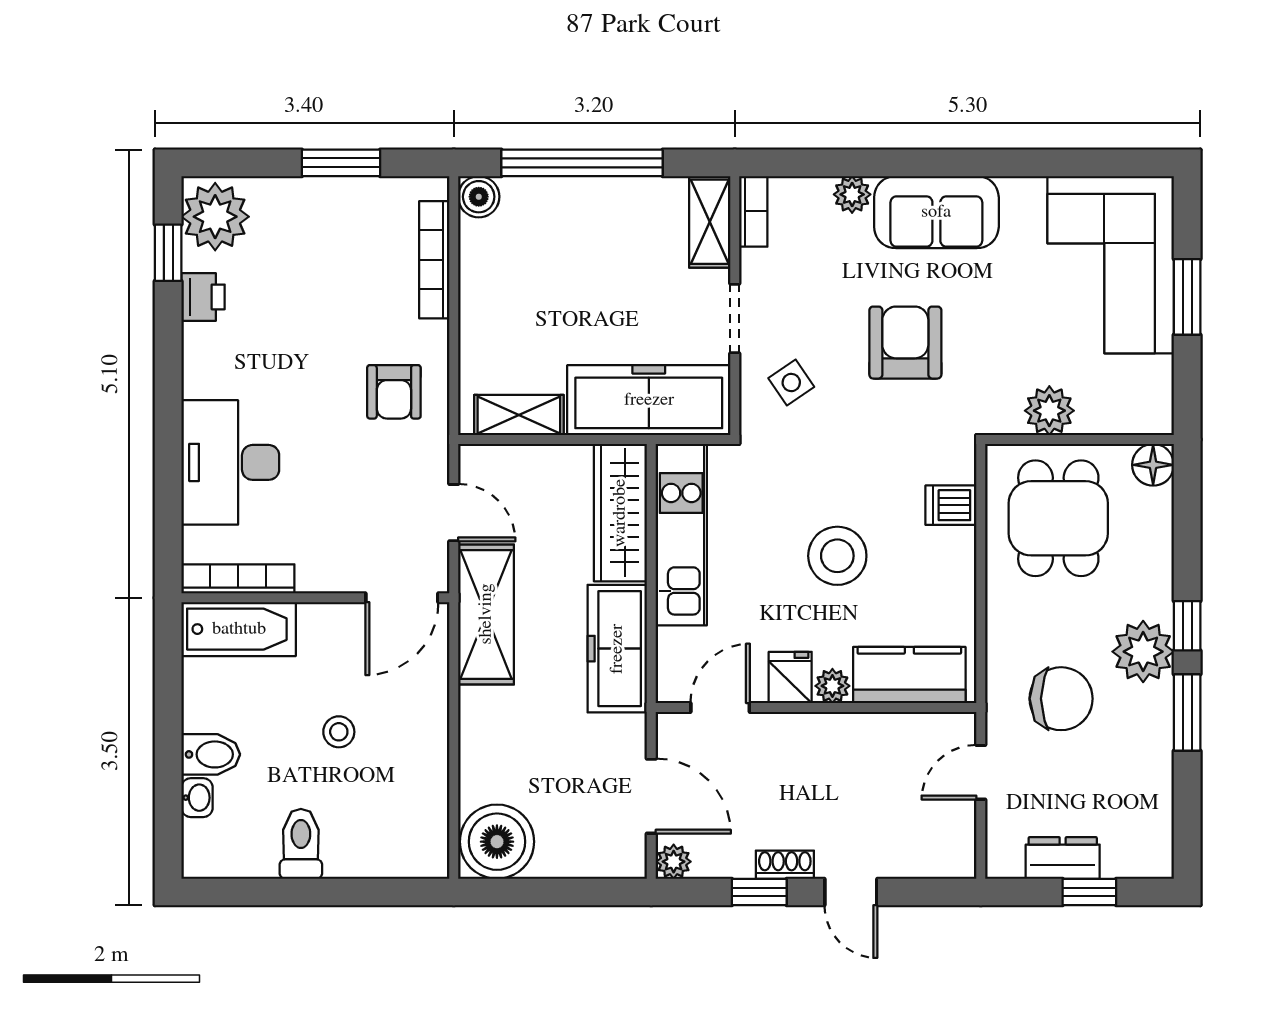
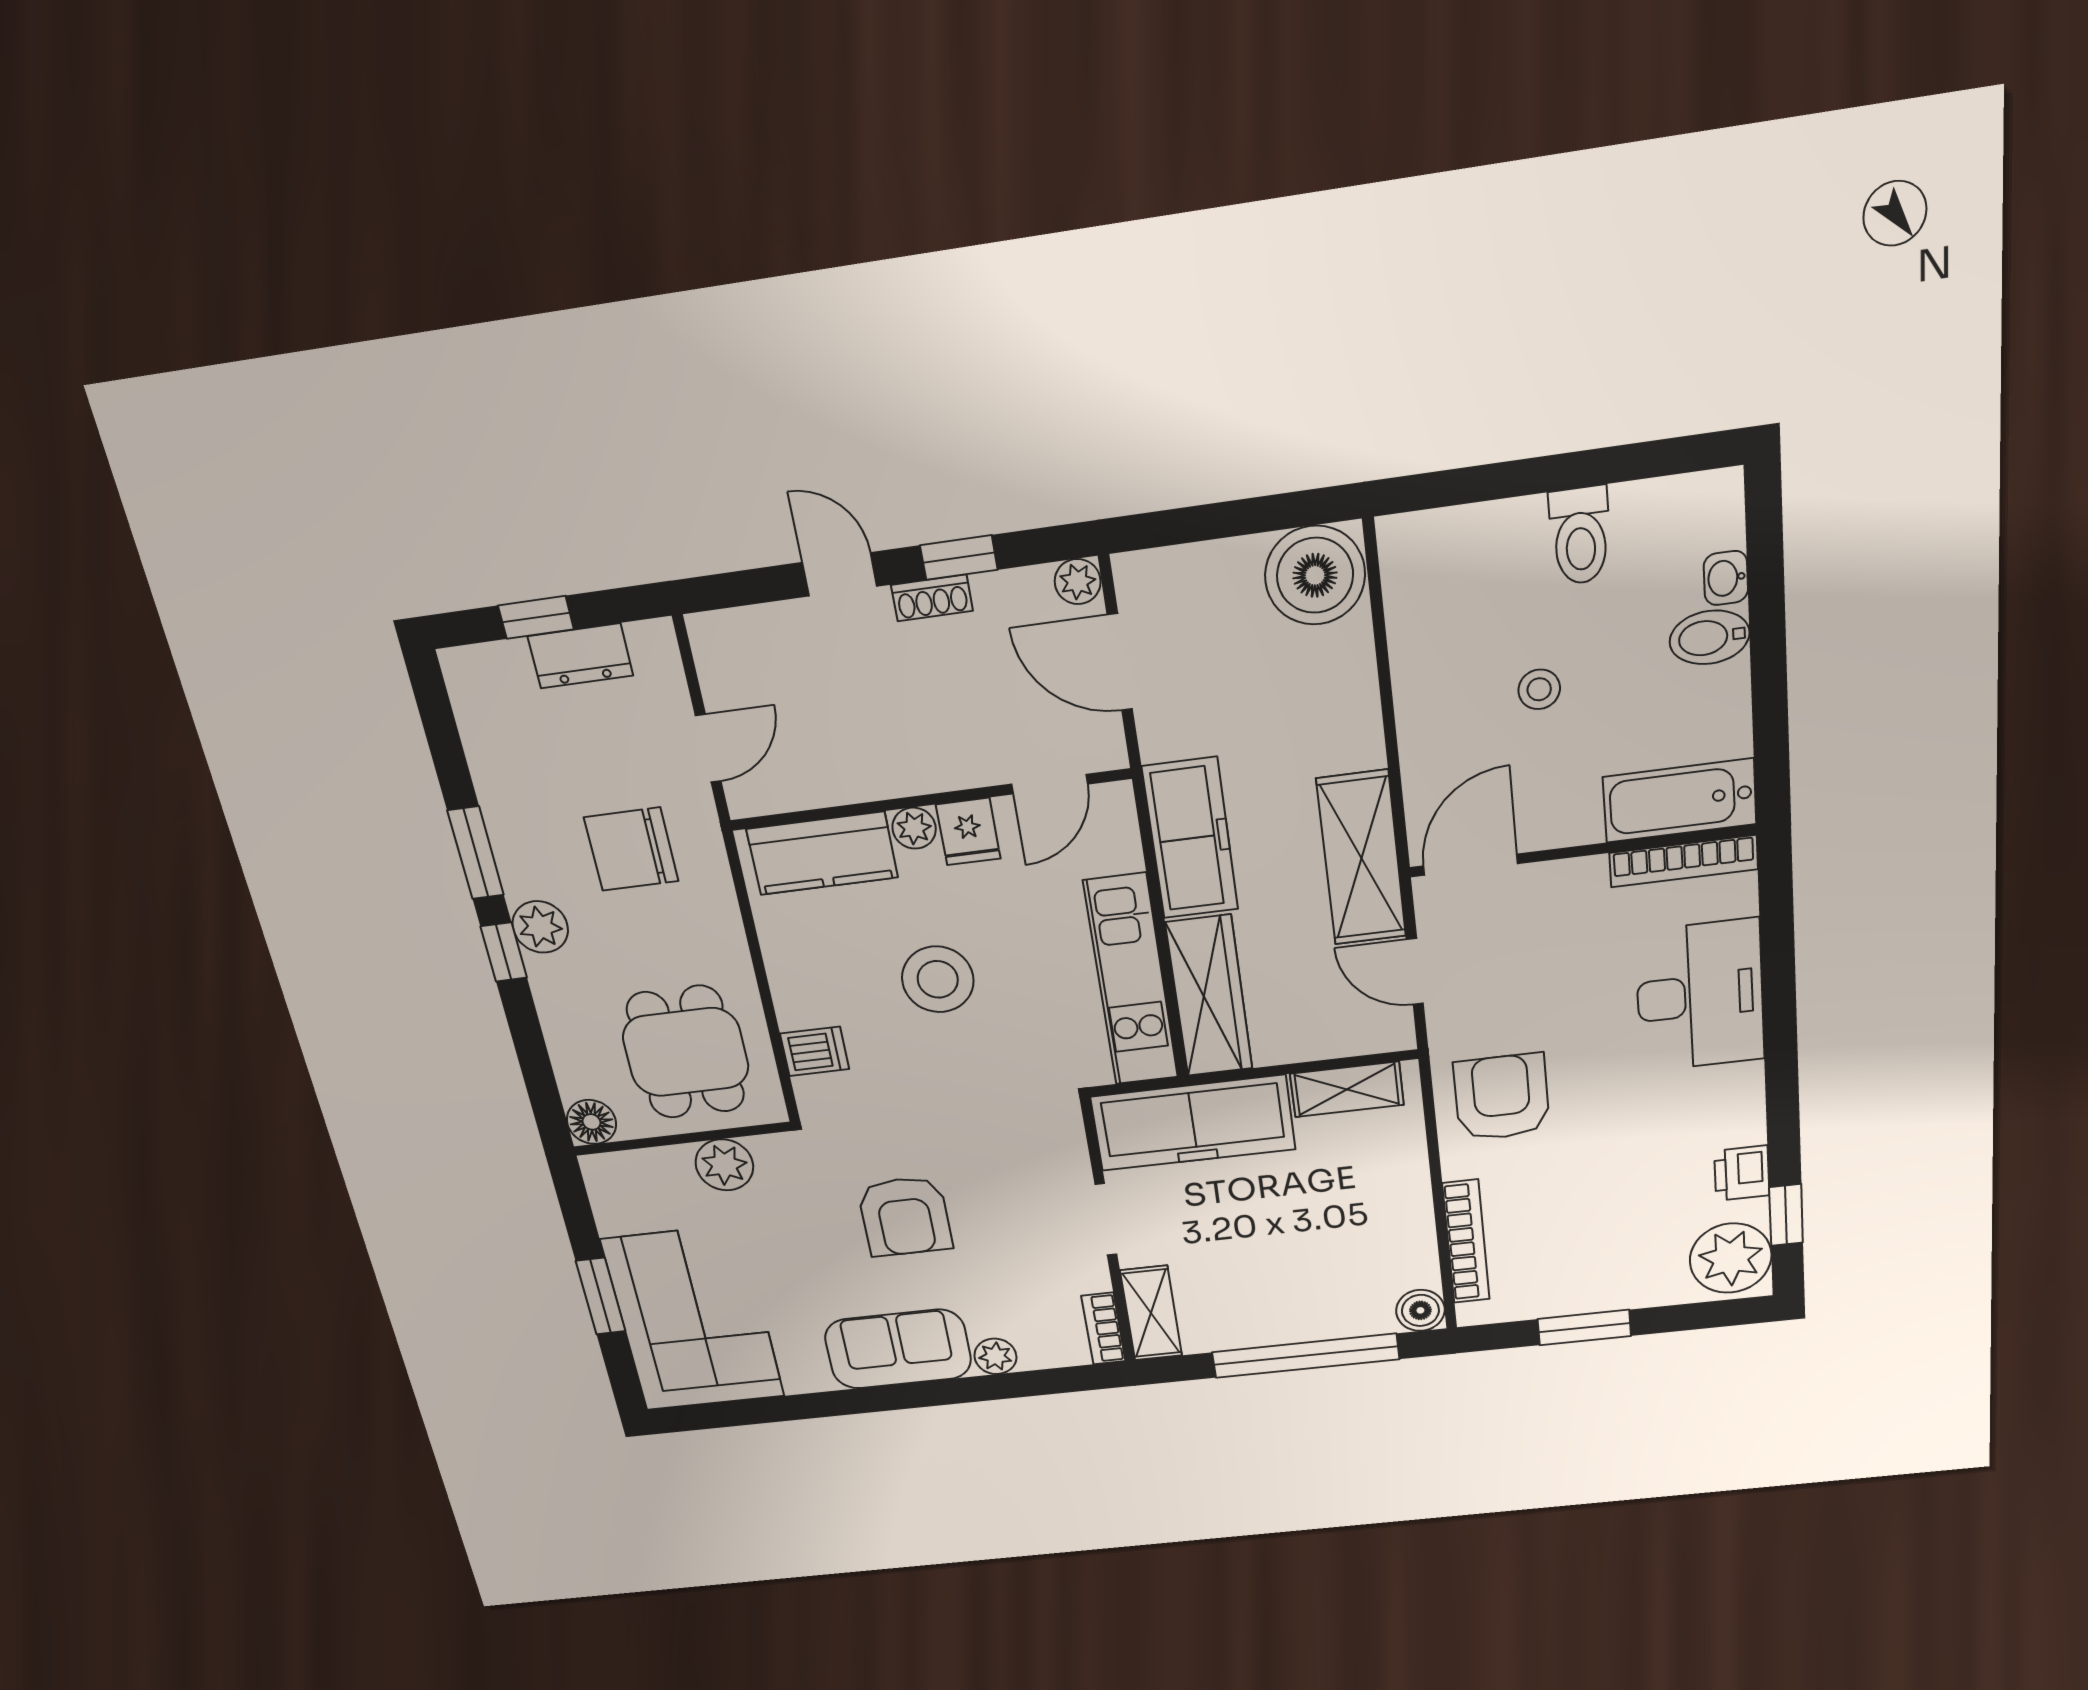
side table: (791, 383) -> (1028, 1161), removed
armchair: (394, 392) -> (1502, 1097), width x1.38, depth x1.38
plant: (1143, 652) -> (540, 927), width x0.73, depth x0.73

